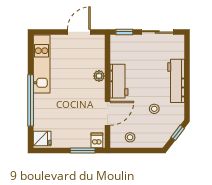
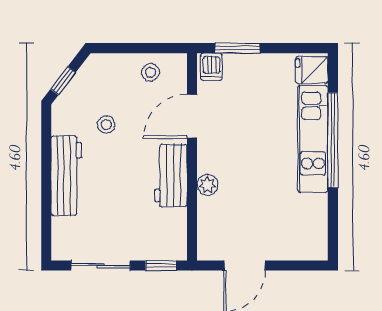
kitchen unit: (42, 64) -> (313, 139), moved

